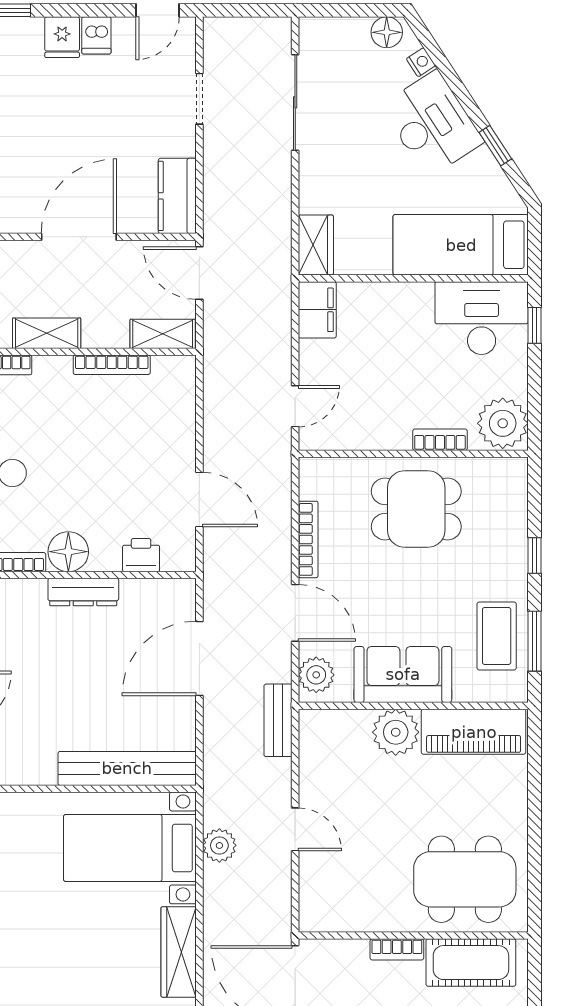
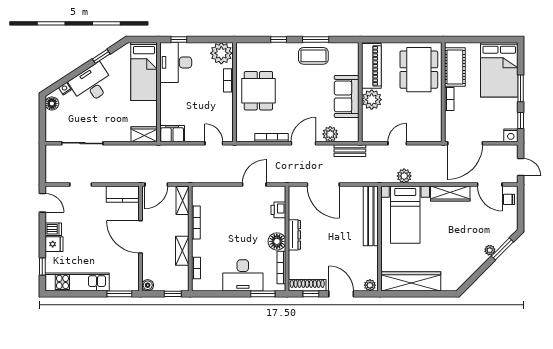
sofa: (403, 674) -> (347, 96), moved
wall: (413, 706) -> (360, 92), moved
plant: (396, 732) -> (372, 100), moved
piano: (474, 732) -> (371, 66), moved

